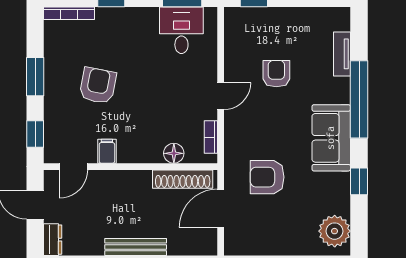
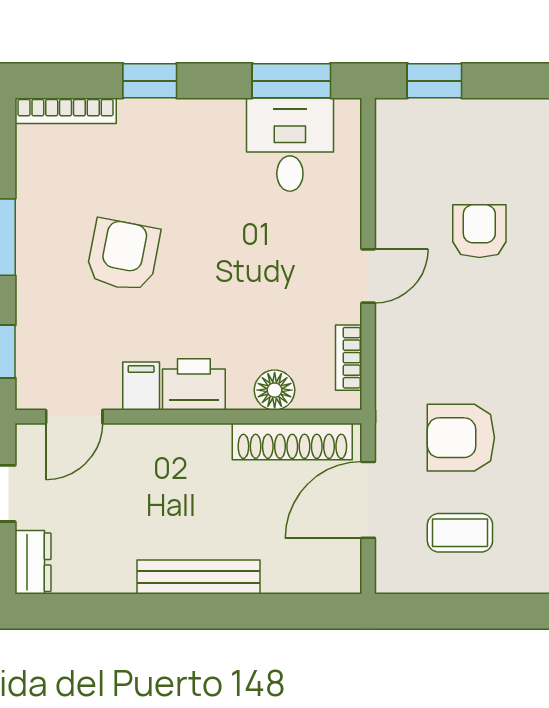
printer: (133, 150) -> (194, 384), added
coffee table: (267, 225) -> (460, 533), added

